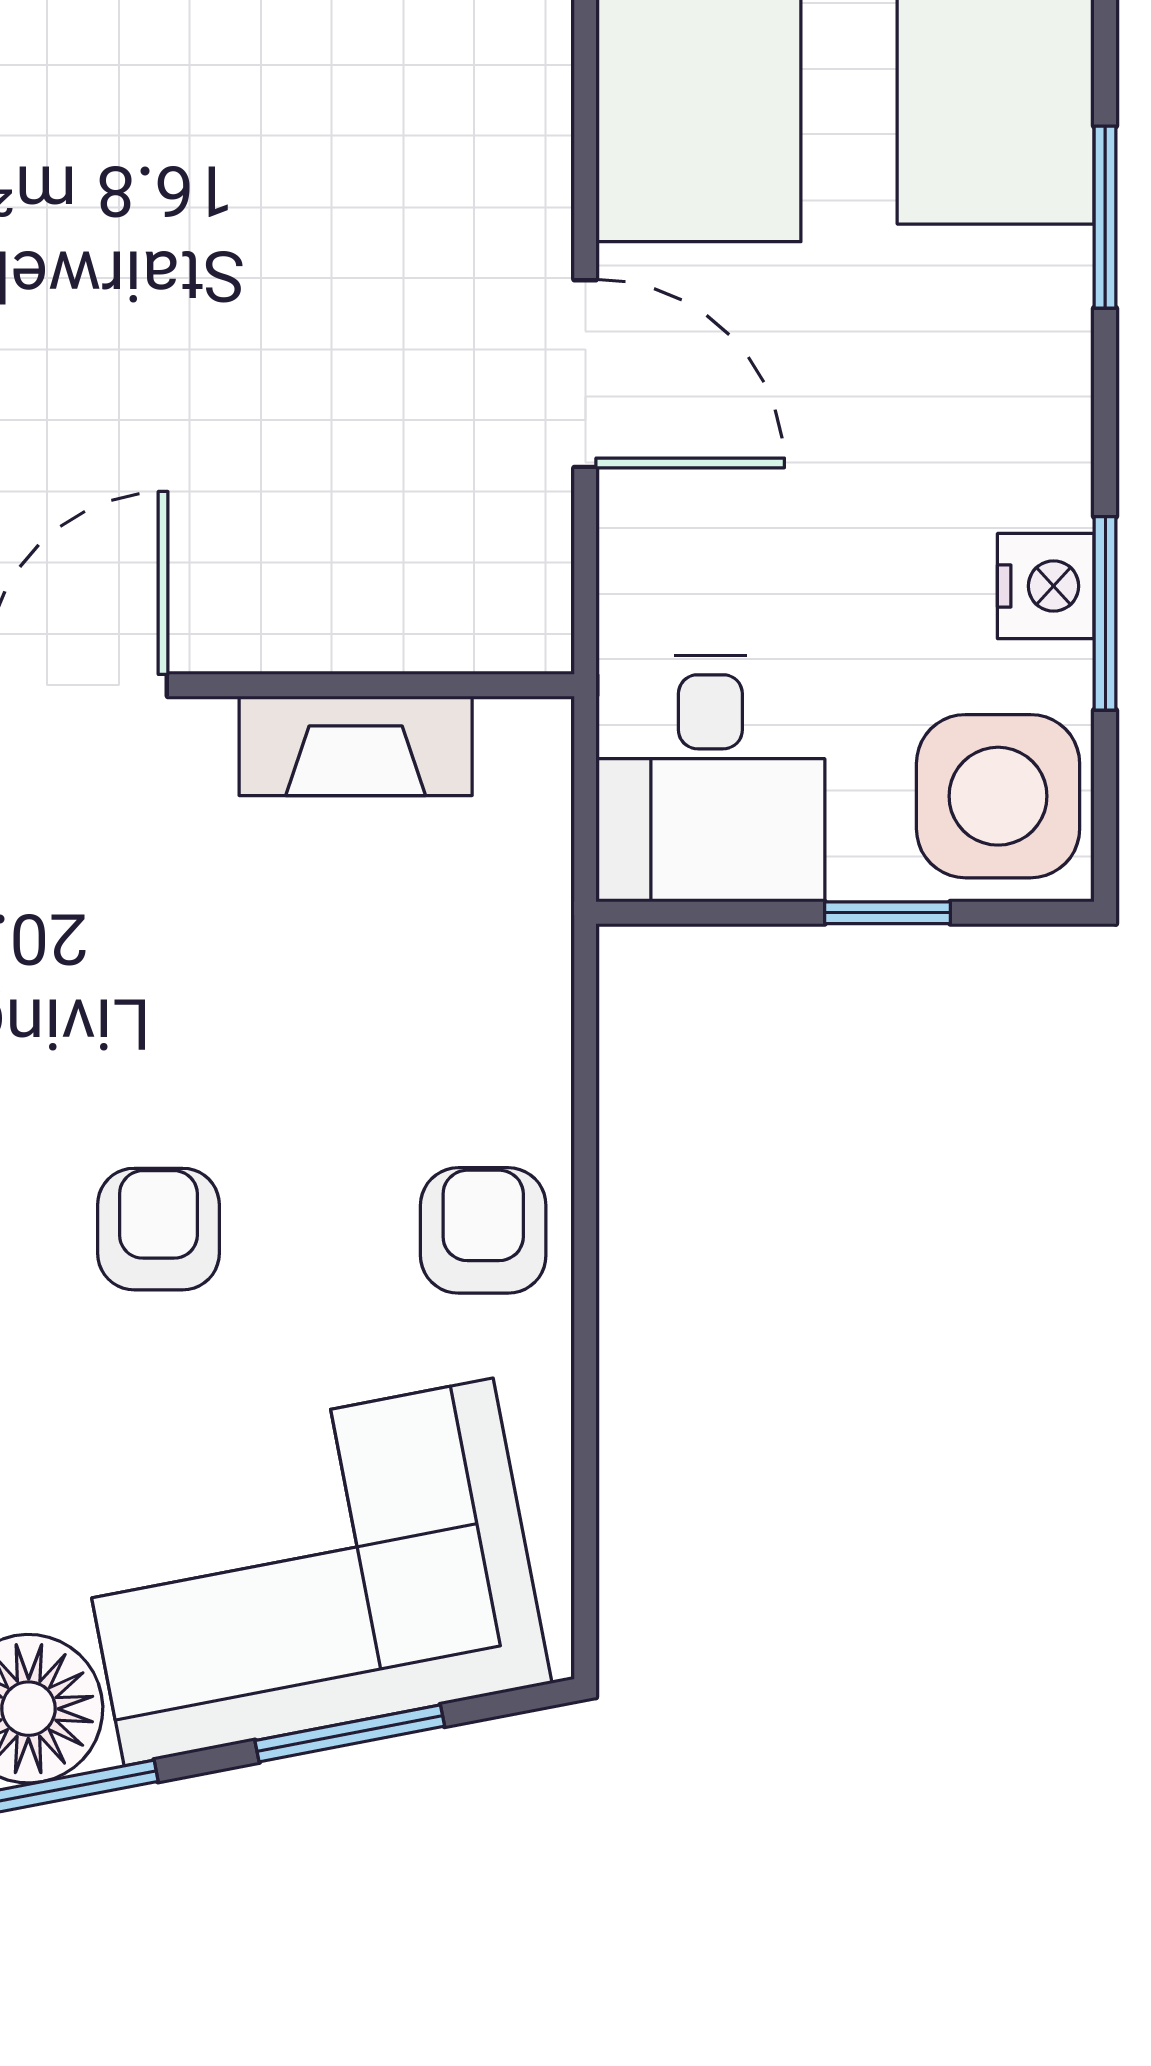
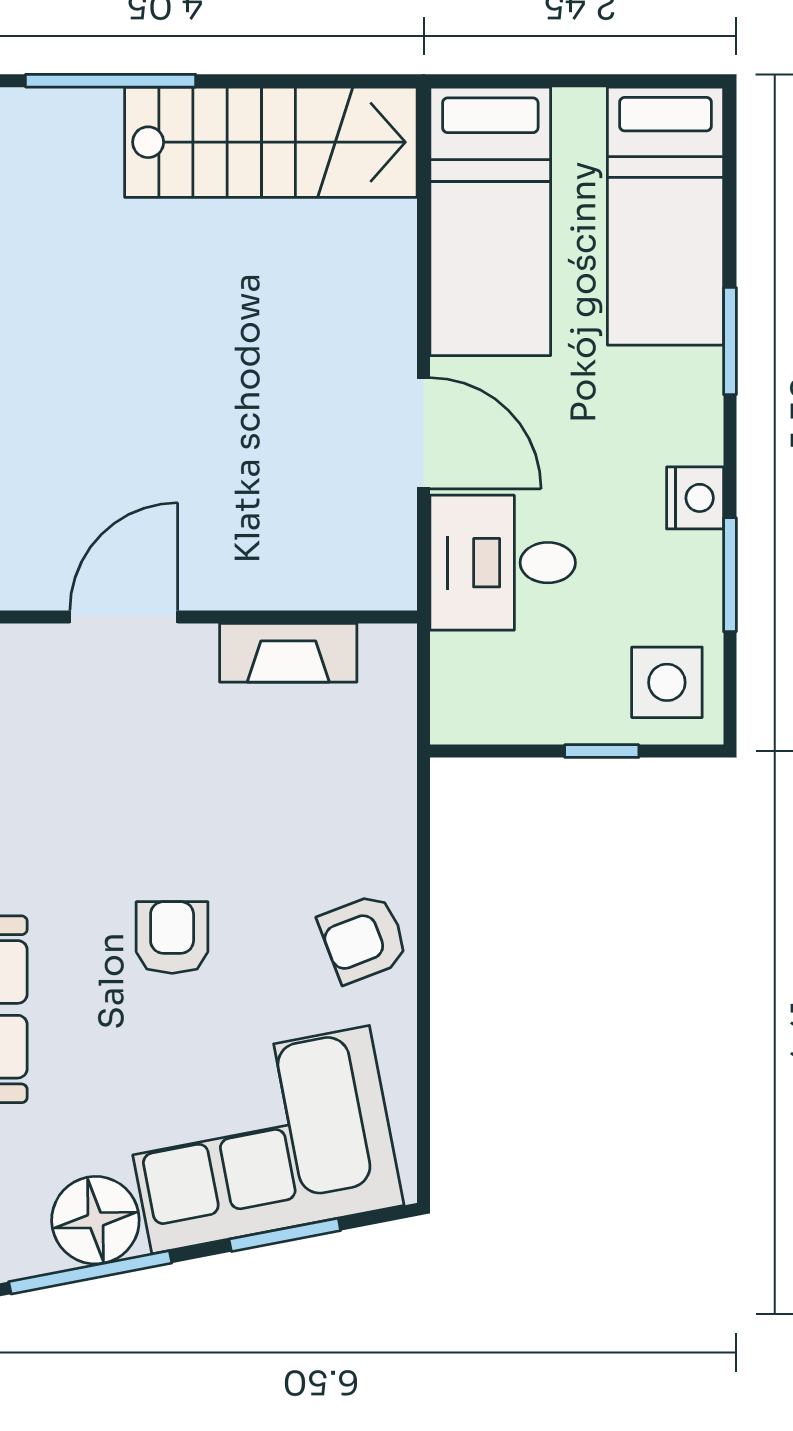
nightstand: (1046, 586) -> (695, 498), moved
desk: (710, 778) -> (503, 563), moved, turned 90
side table: (998, 796) -> (667, 682), width x0.73, depth x0.73
armchair: (483, 1230) -> (363, 938), turned -111

